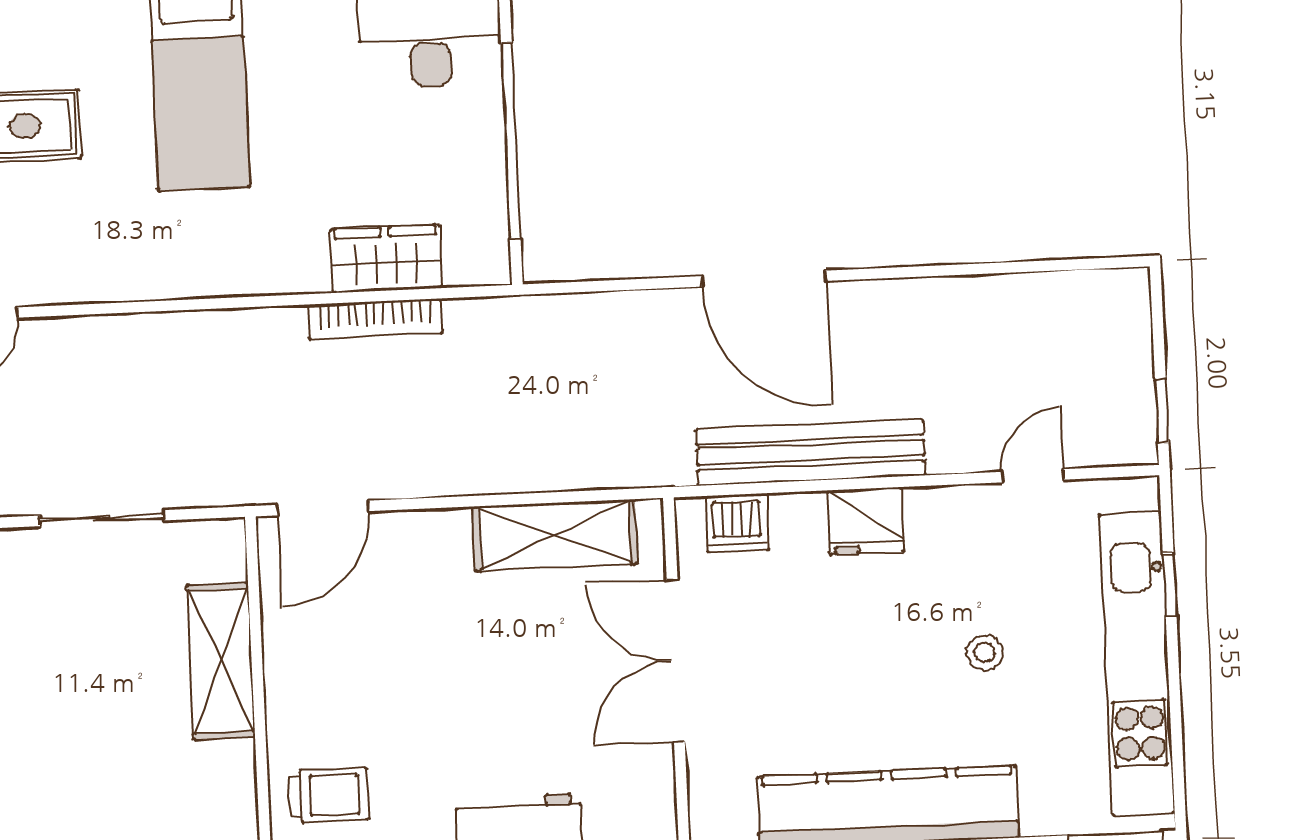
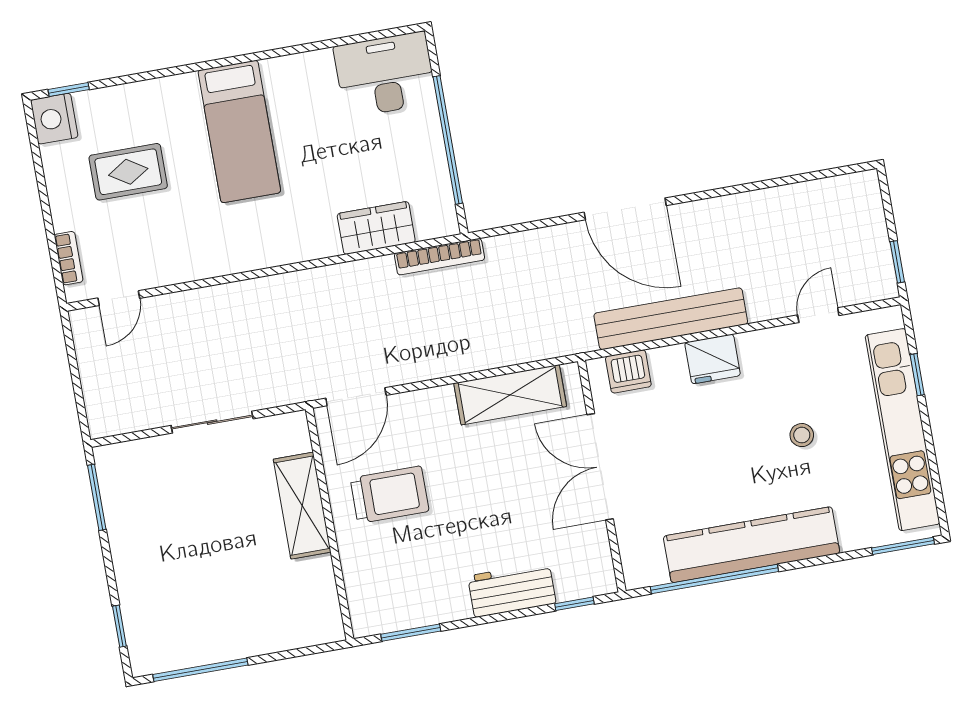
bookcase: (375, 319) -> (439, 257), moved
trolley: (329, 795) -> (390, 495), moved, width x1.36, depth x1.39

